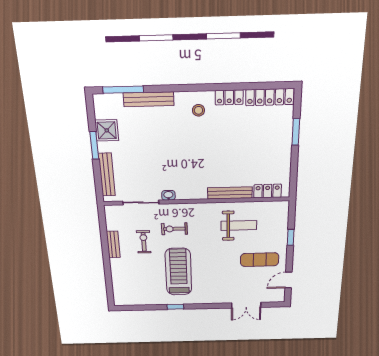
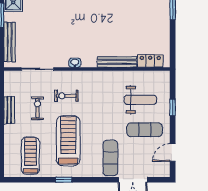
washbasin: (168, 195) -> (75, 63), moved
weight bench: (239, 225) -> (140, 100), moved
treadmill: (140, 286) -> (30, 156), added
exercise mat: (223, 286) -> (110, 158), added

